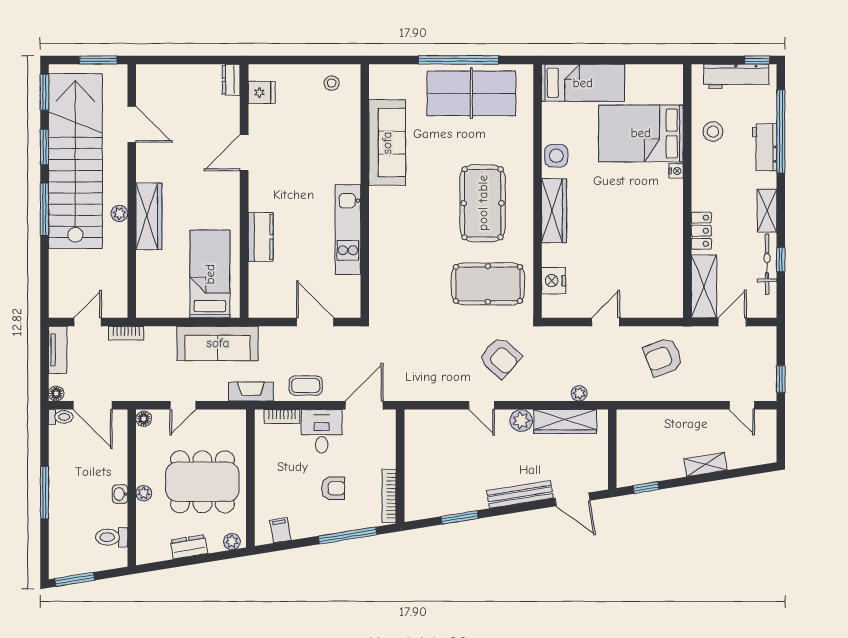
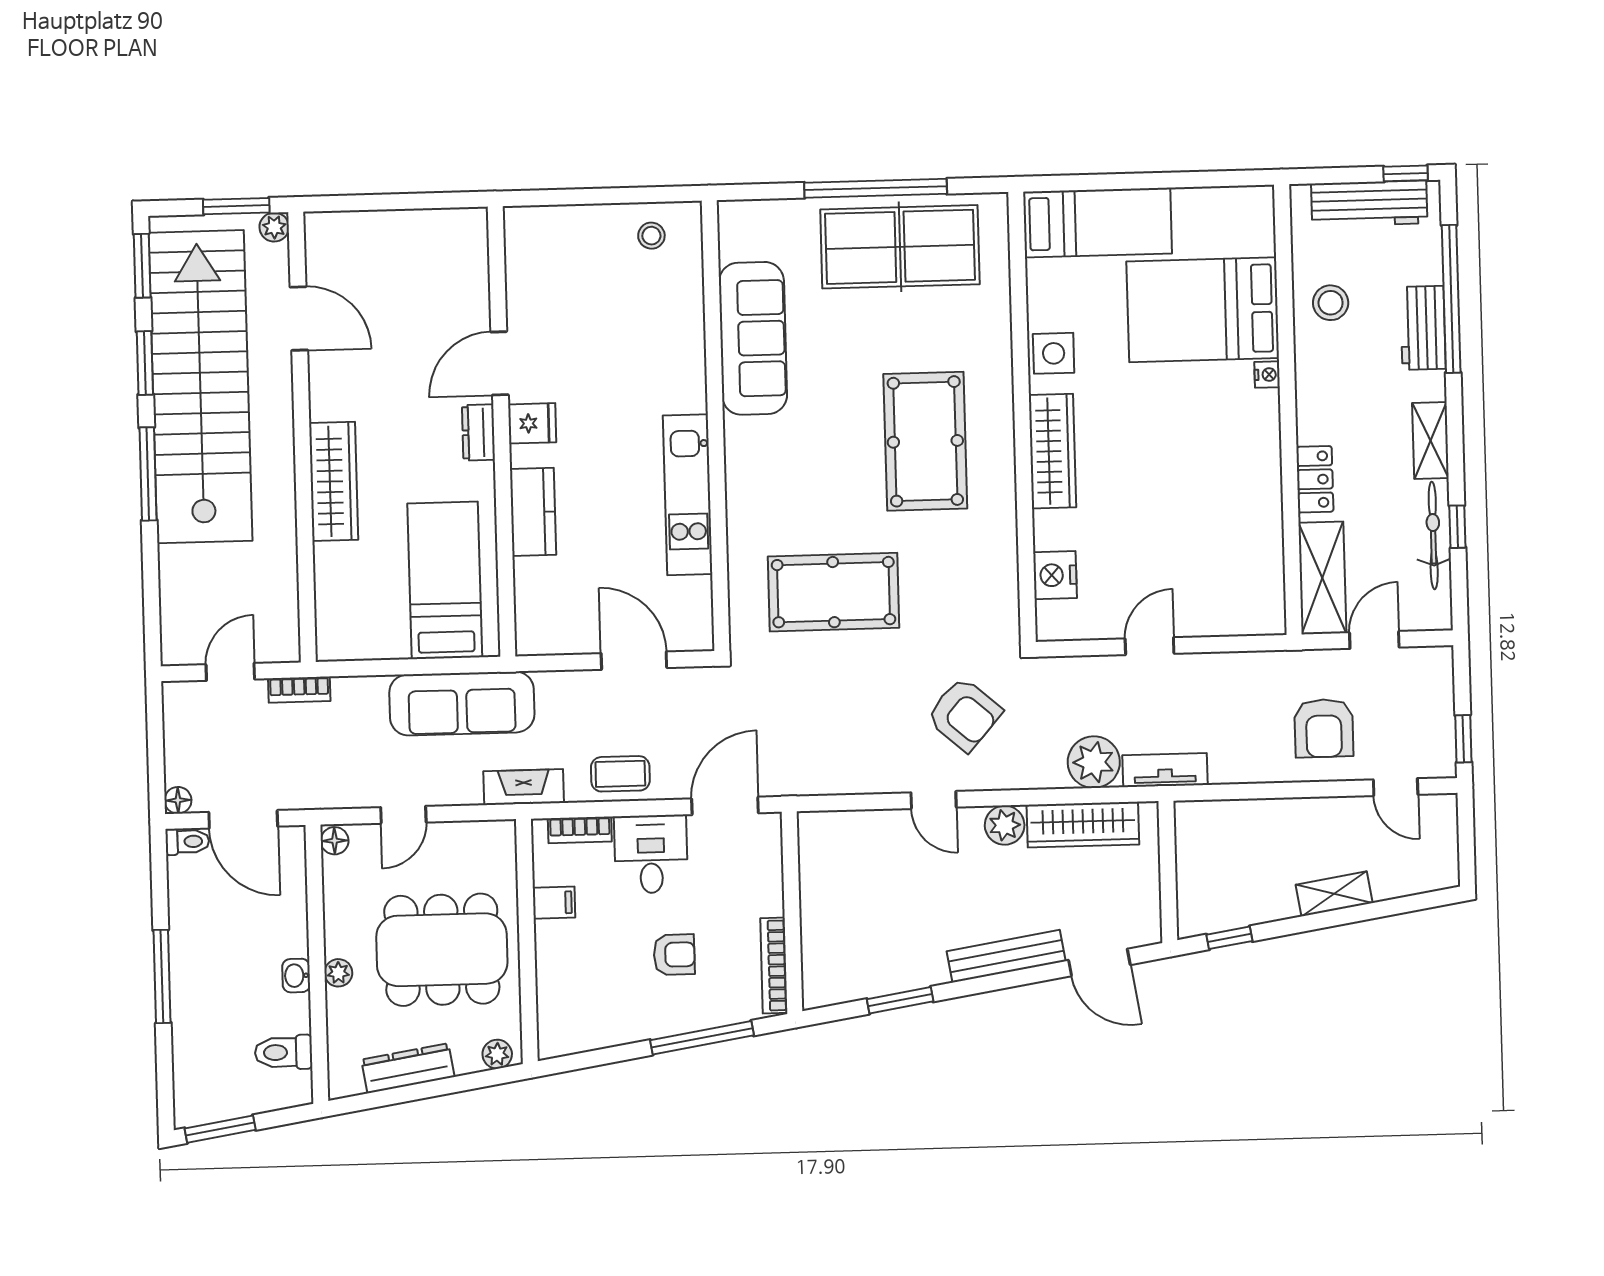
dresser: (231, 80) -> (478, 432), moved
fridge: (262, 93) -> (532, 423), moved
plant: (119, 213) -> (274, 227), moved
pool table: (488, 284) -> (834, 592), moved
tv unit: (58, 350) -> (1165, 770), moved, turned -90
armchair: (663, 357) -> (1324, 728), moved, turned -69
plant: (579, 393) -> (1094, 762), width x1.88, depth x1.88
filing cabinet: (280, 530) -> (554, 903), moved, turned 99
dresser: (189, 547) -> (408, 1068), width x1.44

